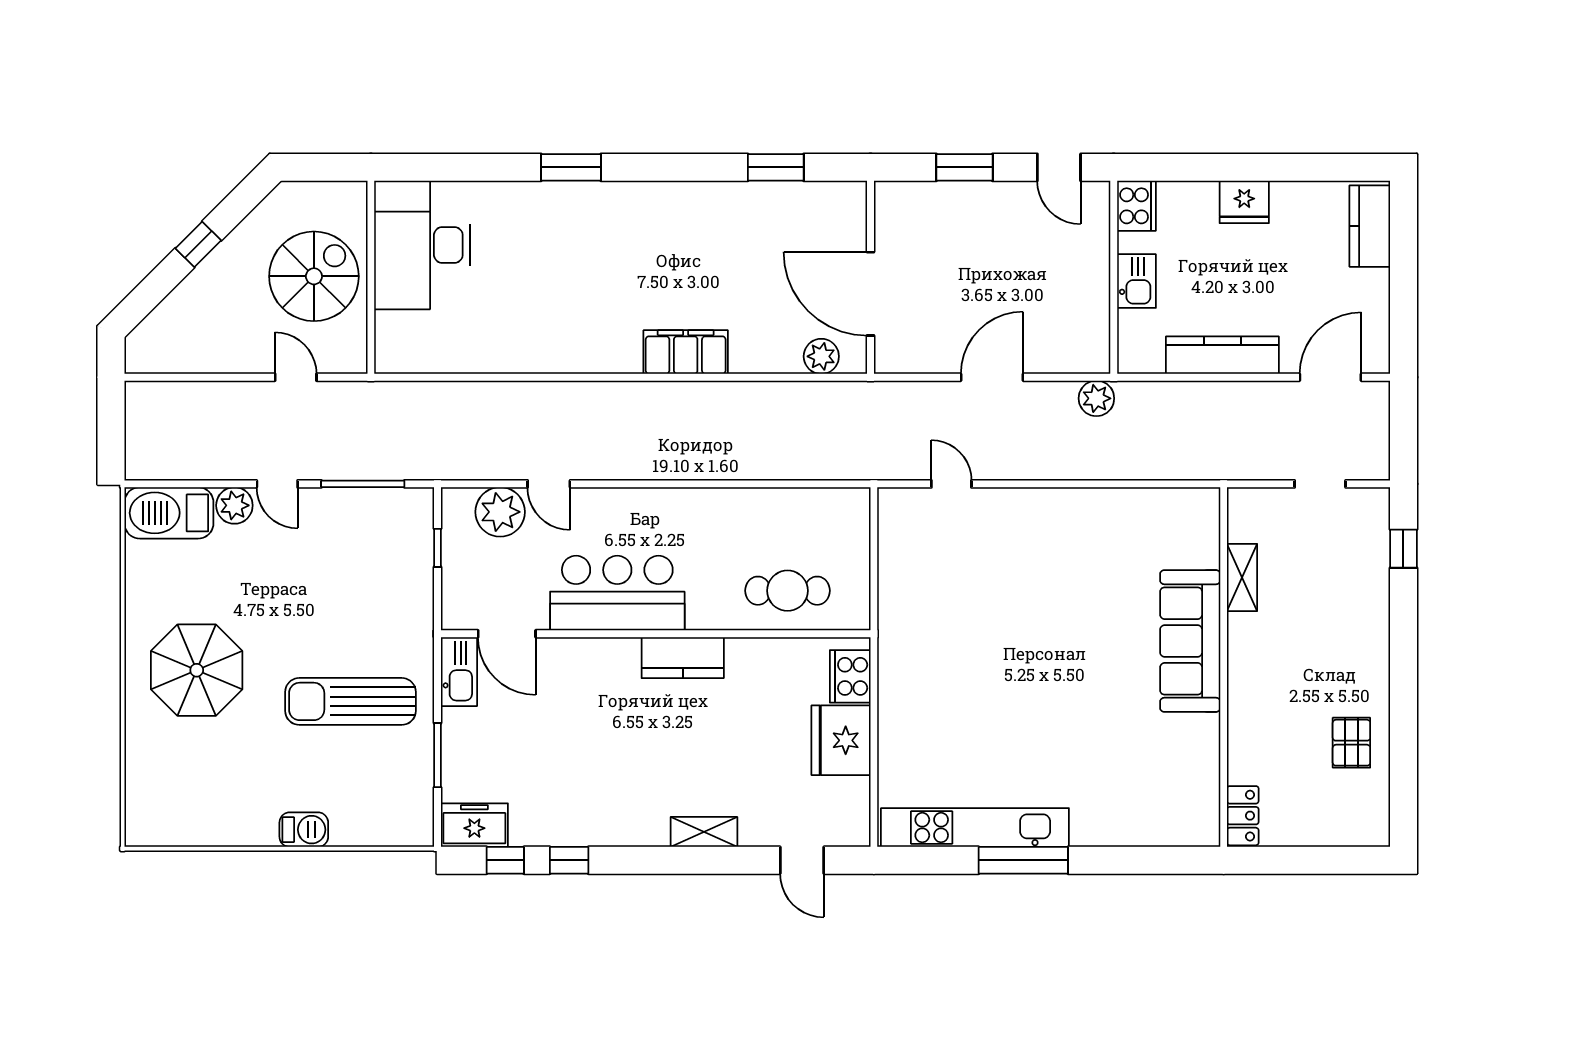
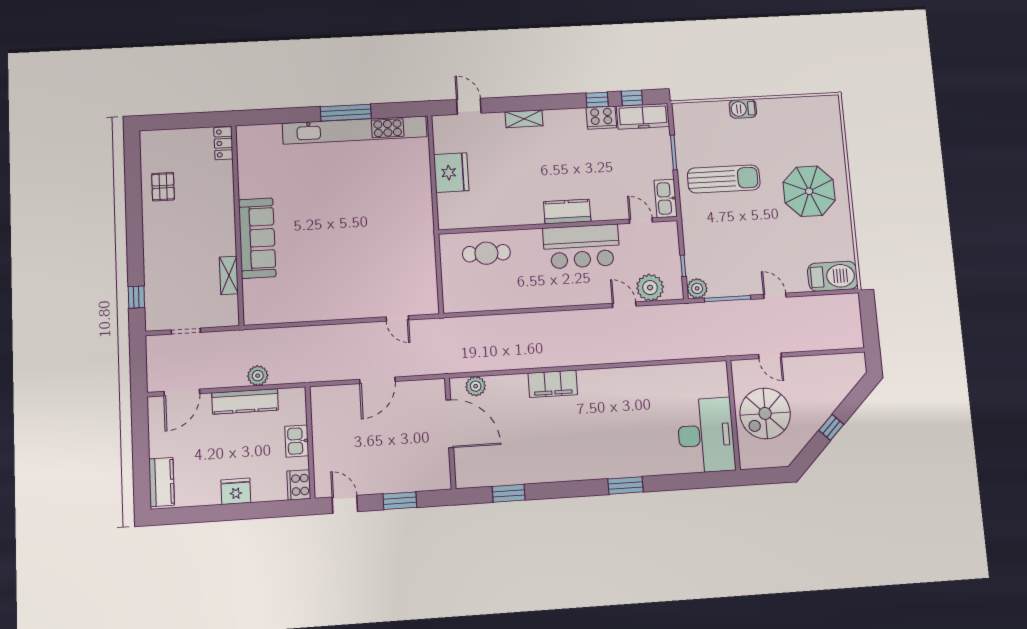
plant: (1096, 398) -> (258, 376), moved
plant: (234, 505) -> (697, 288), moved
door: (507, 634) -> (641, 221), width x0.73
kitchen counter: (683, 658) -> (567, 212), moved
cooker: (850, 676) -> (601, 118), moved, turned 90
freezer: (474, 825) -> (643, 116), width x1.40
kitchen unit: (975, 828) -> (355, 130), width x1.36

